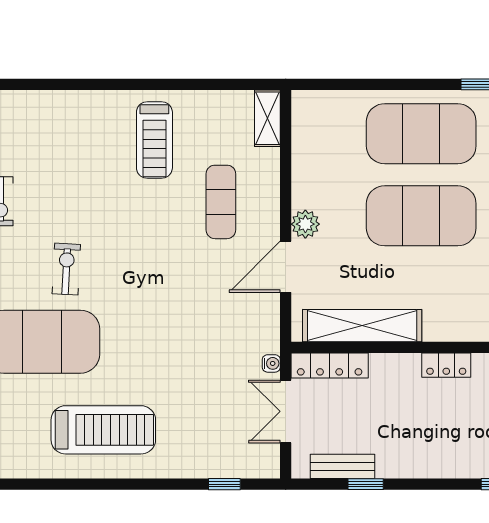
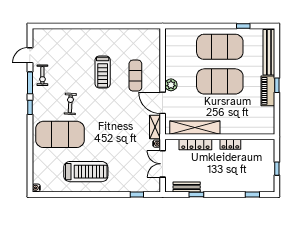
shelving: (267, 118) -> (155, 127), moved
treadmill: (154, 140) -> (103, 72), moved
door: (286, 267) -> (163, 103), hinge flipped
locker: (330, 365) -> (195, 144), moved

